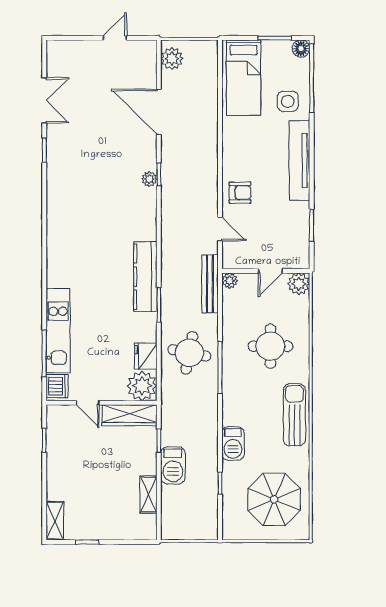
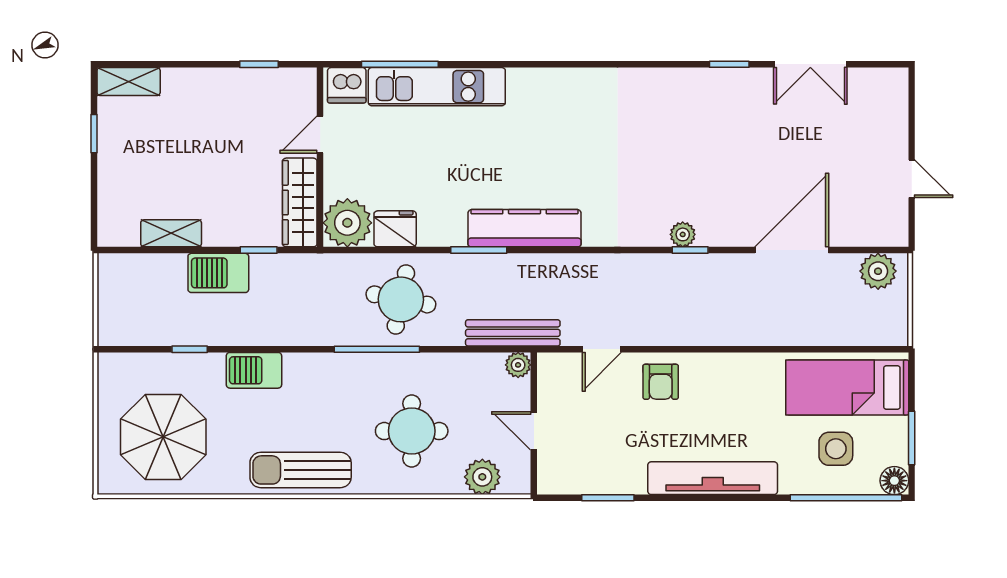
side table: (288, 101) -> (836, 449), moved
plant: (299, 284) -> (482, 477), moved
sun lounger: (294, 415) -> (301, 470), turned 180

